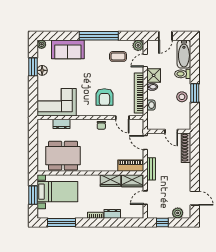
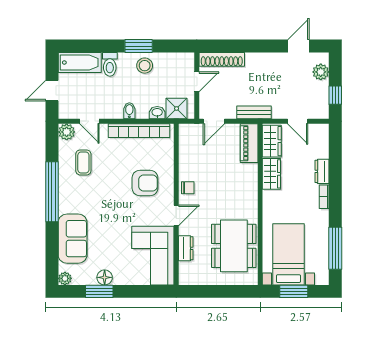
door: (165, 36) -> (52, 91), swing flipped
shower: (154, 75) -> (177, 108), moved
door: (122, 118) -> (176, 215), moved

